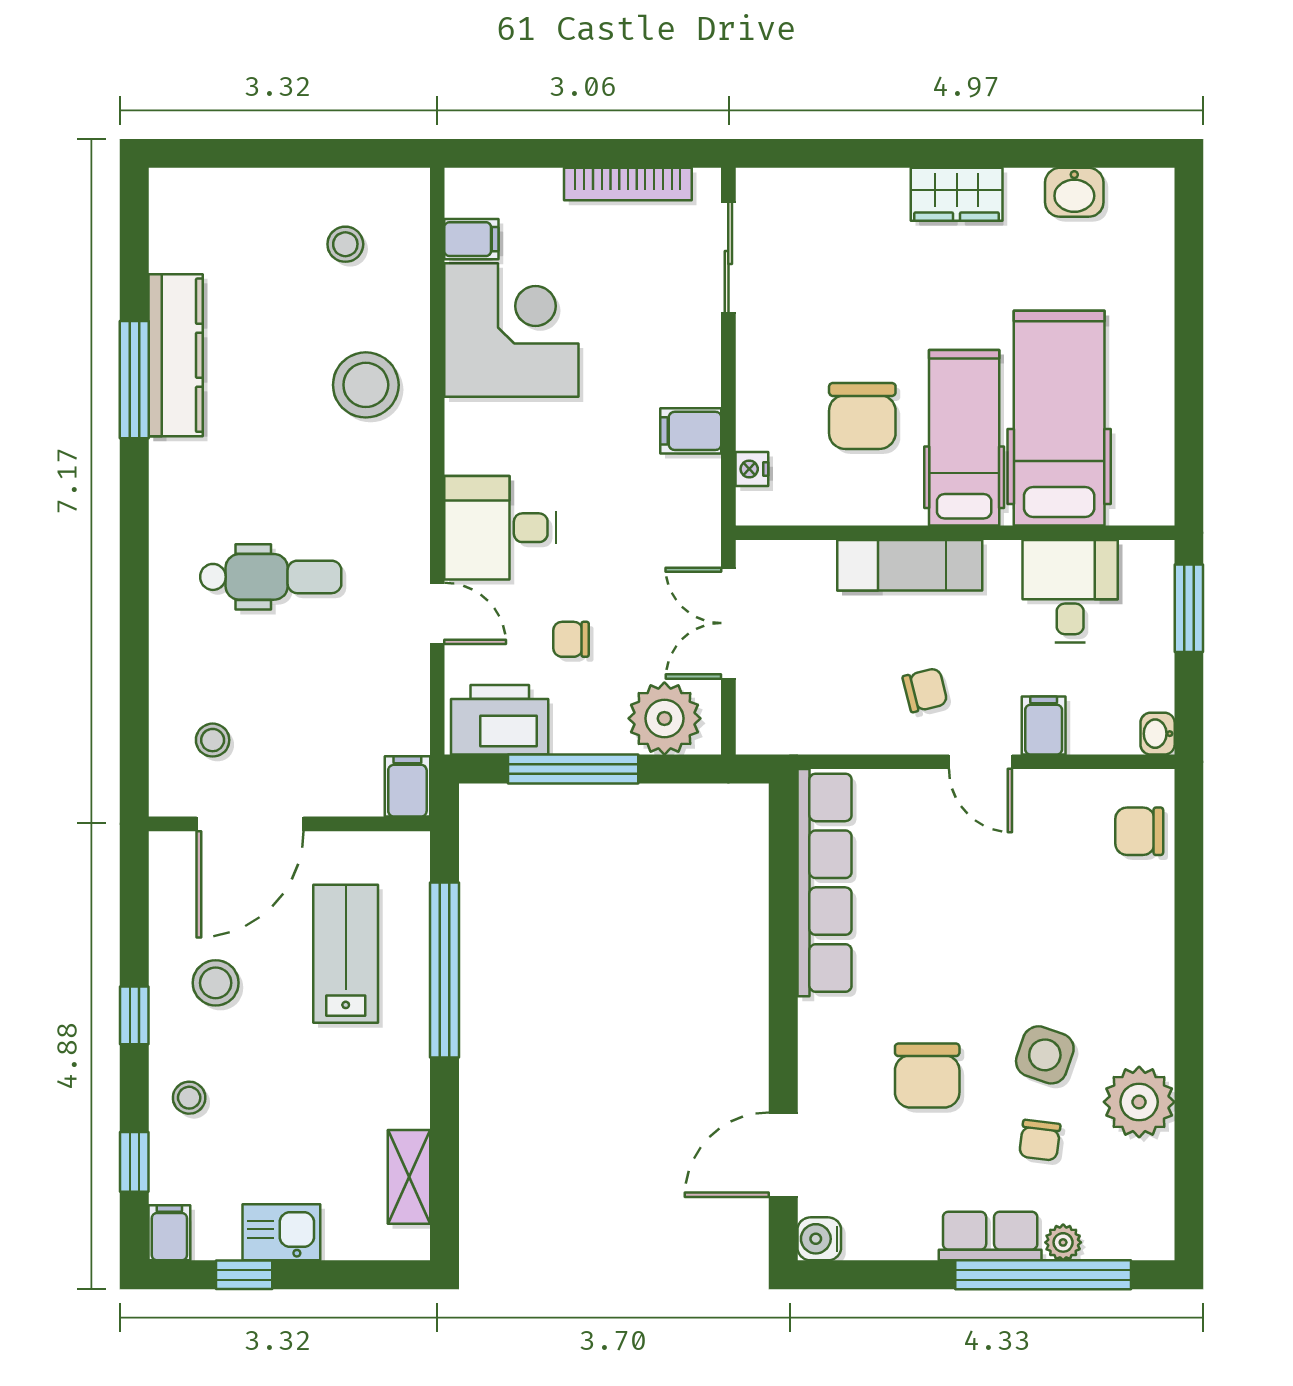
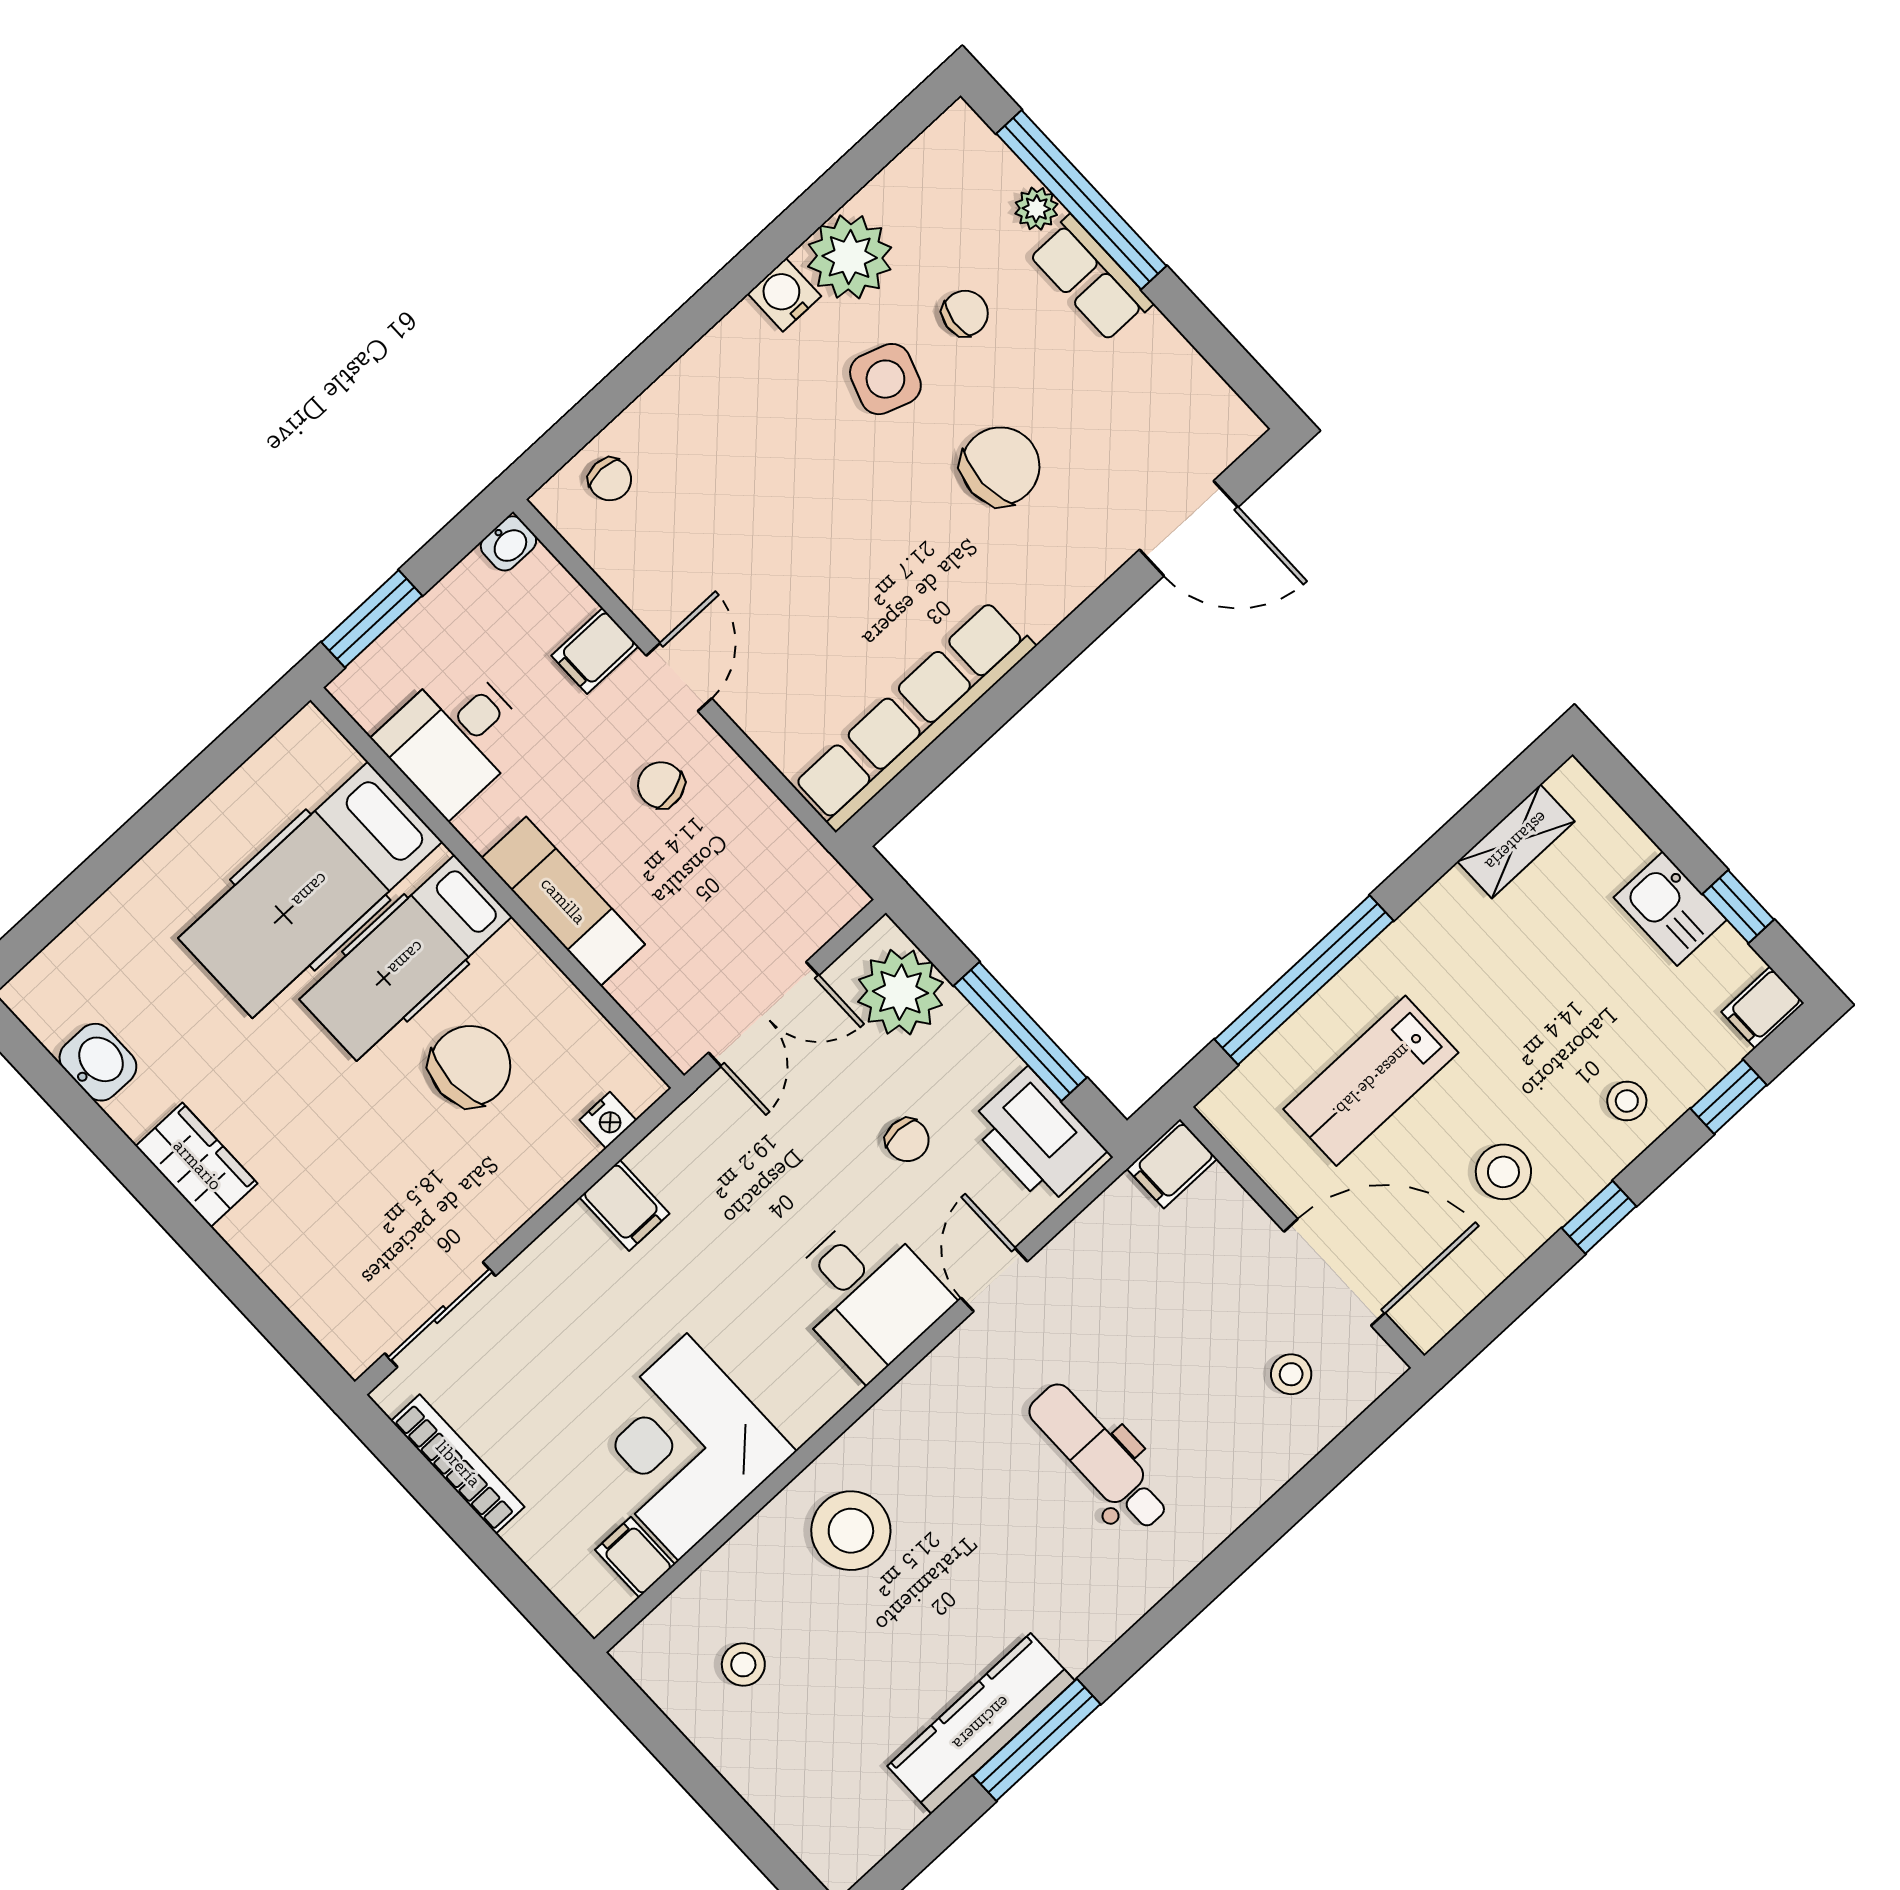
chair: (1139, 831) -> (610, 479), width x0.73, depth x0.73
water cooler: (819, 1239) -> (784, 295), moved, turned 180

